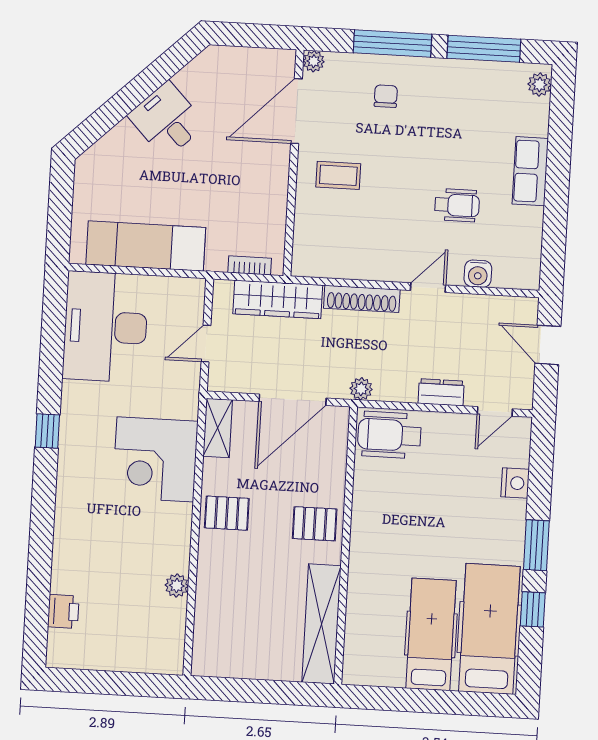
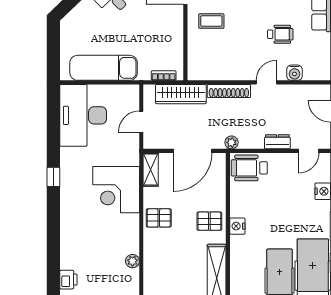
nightstand: (363, 535) -> (237, 226), added

